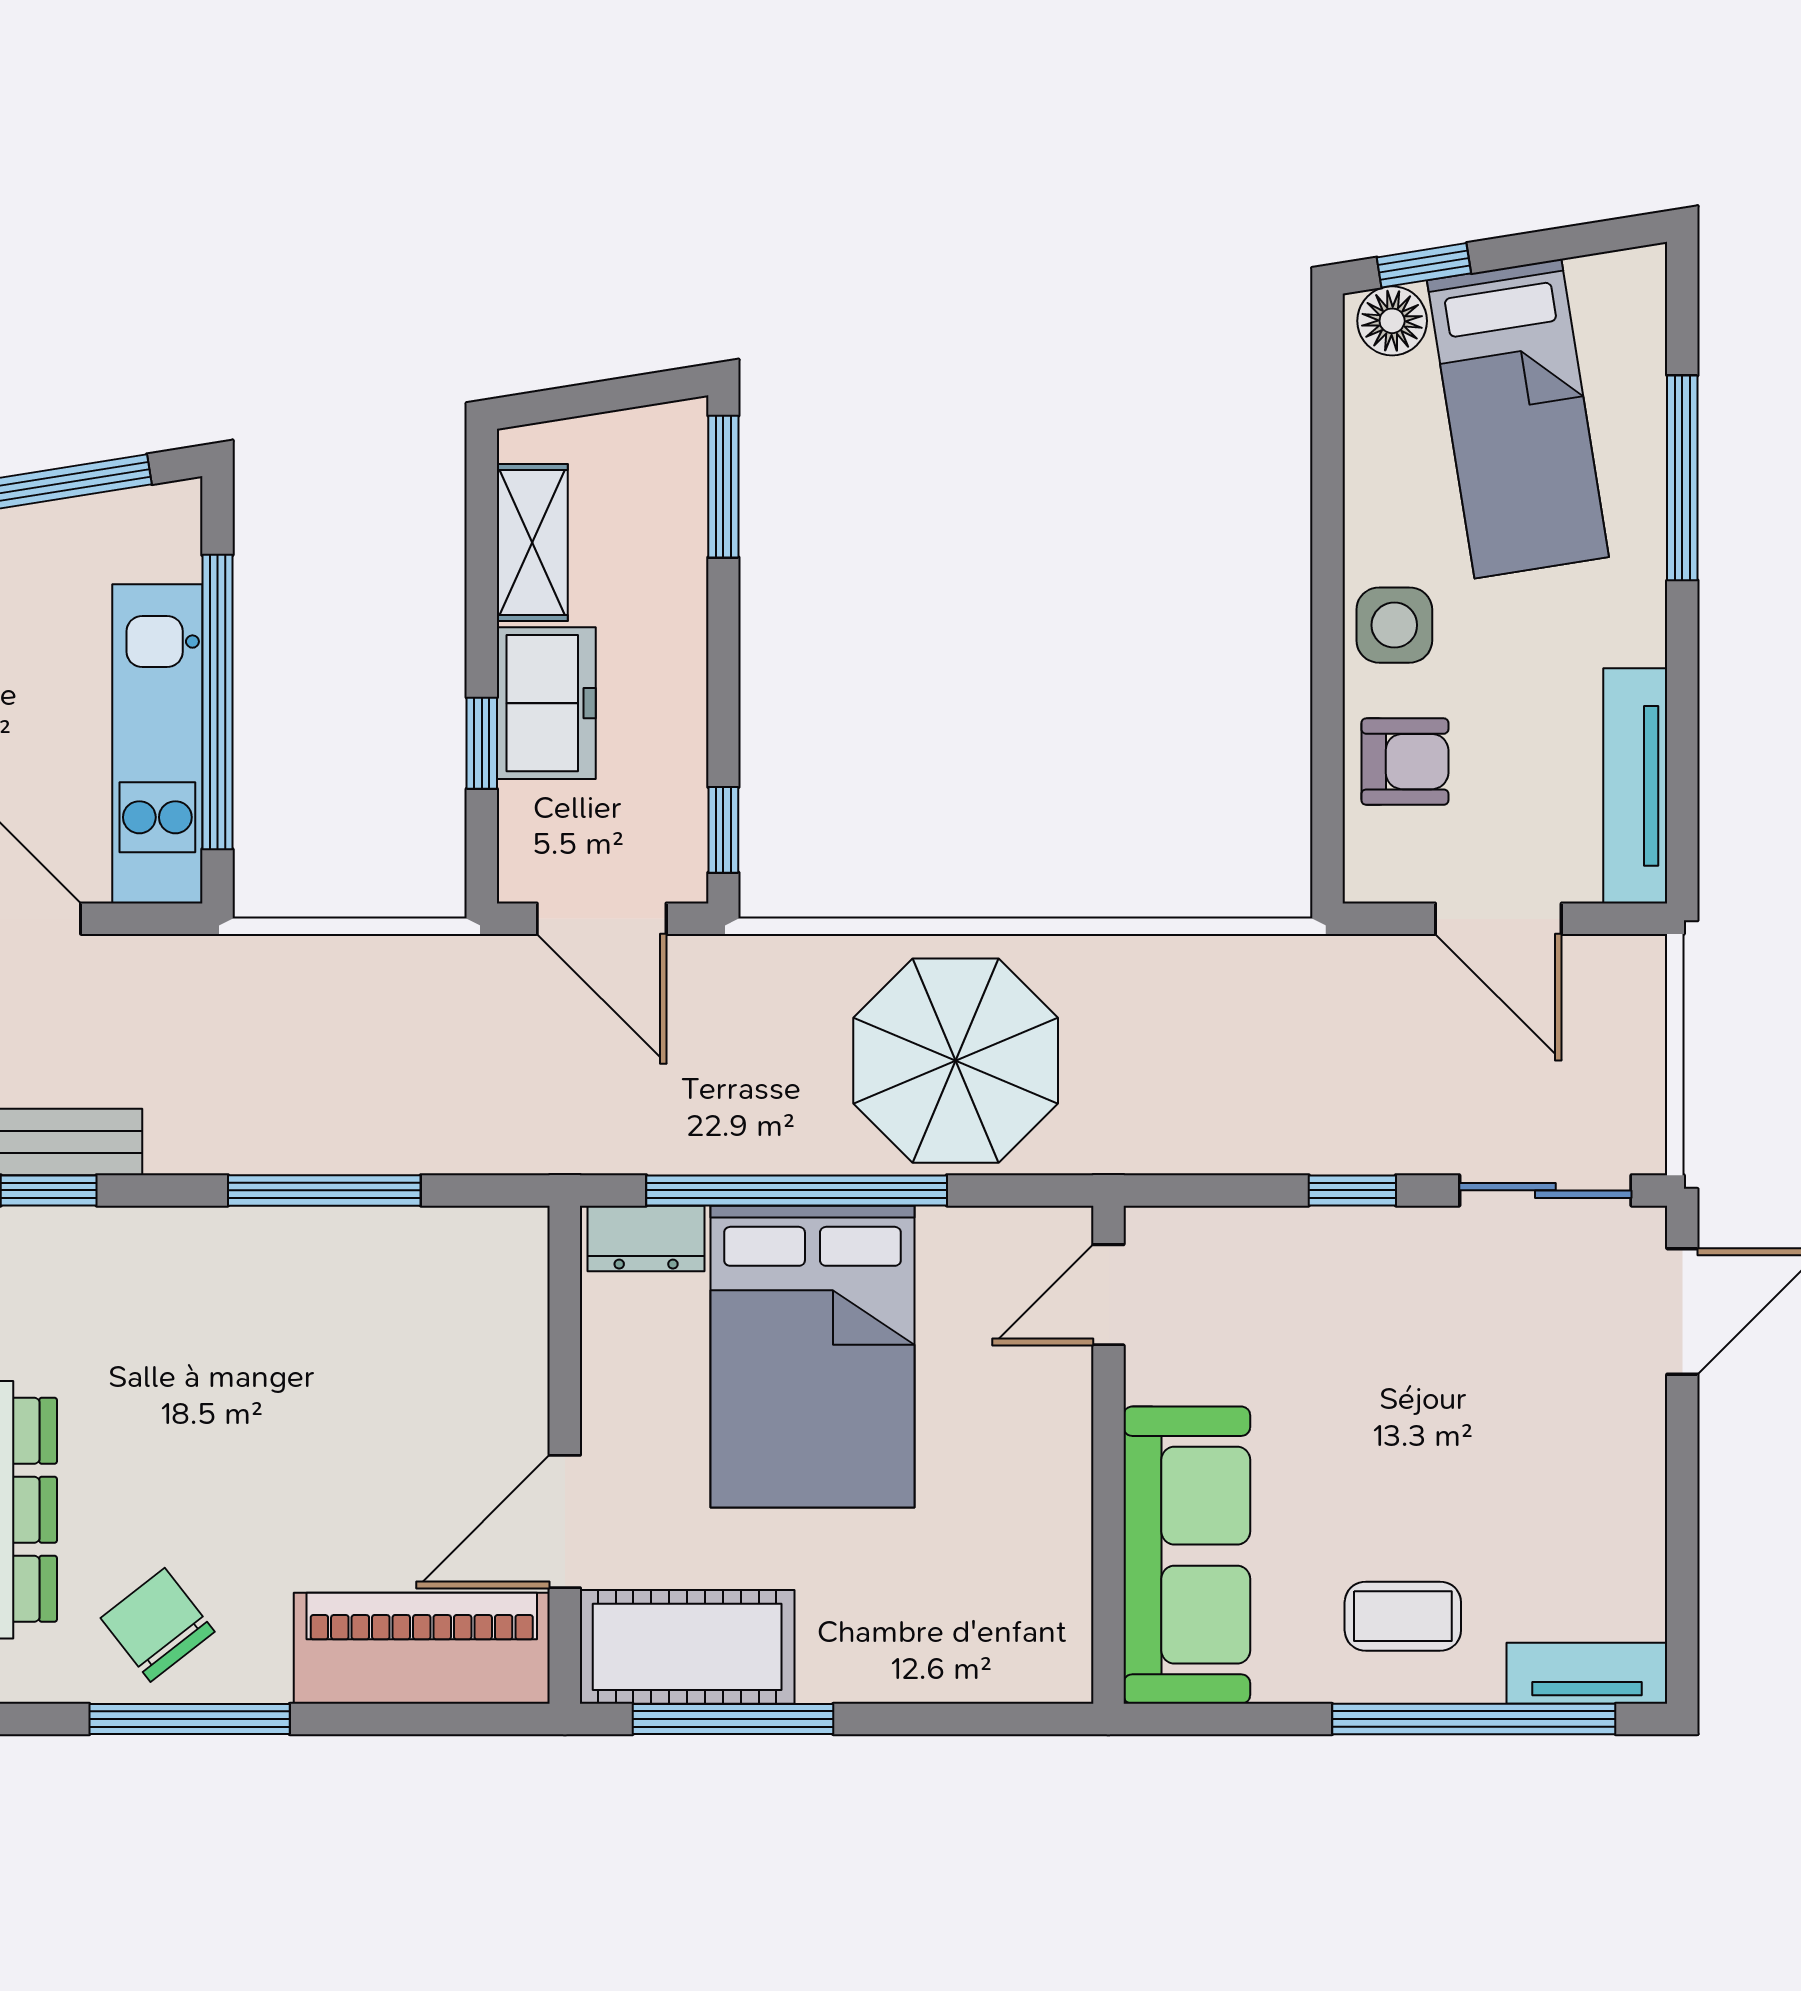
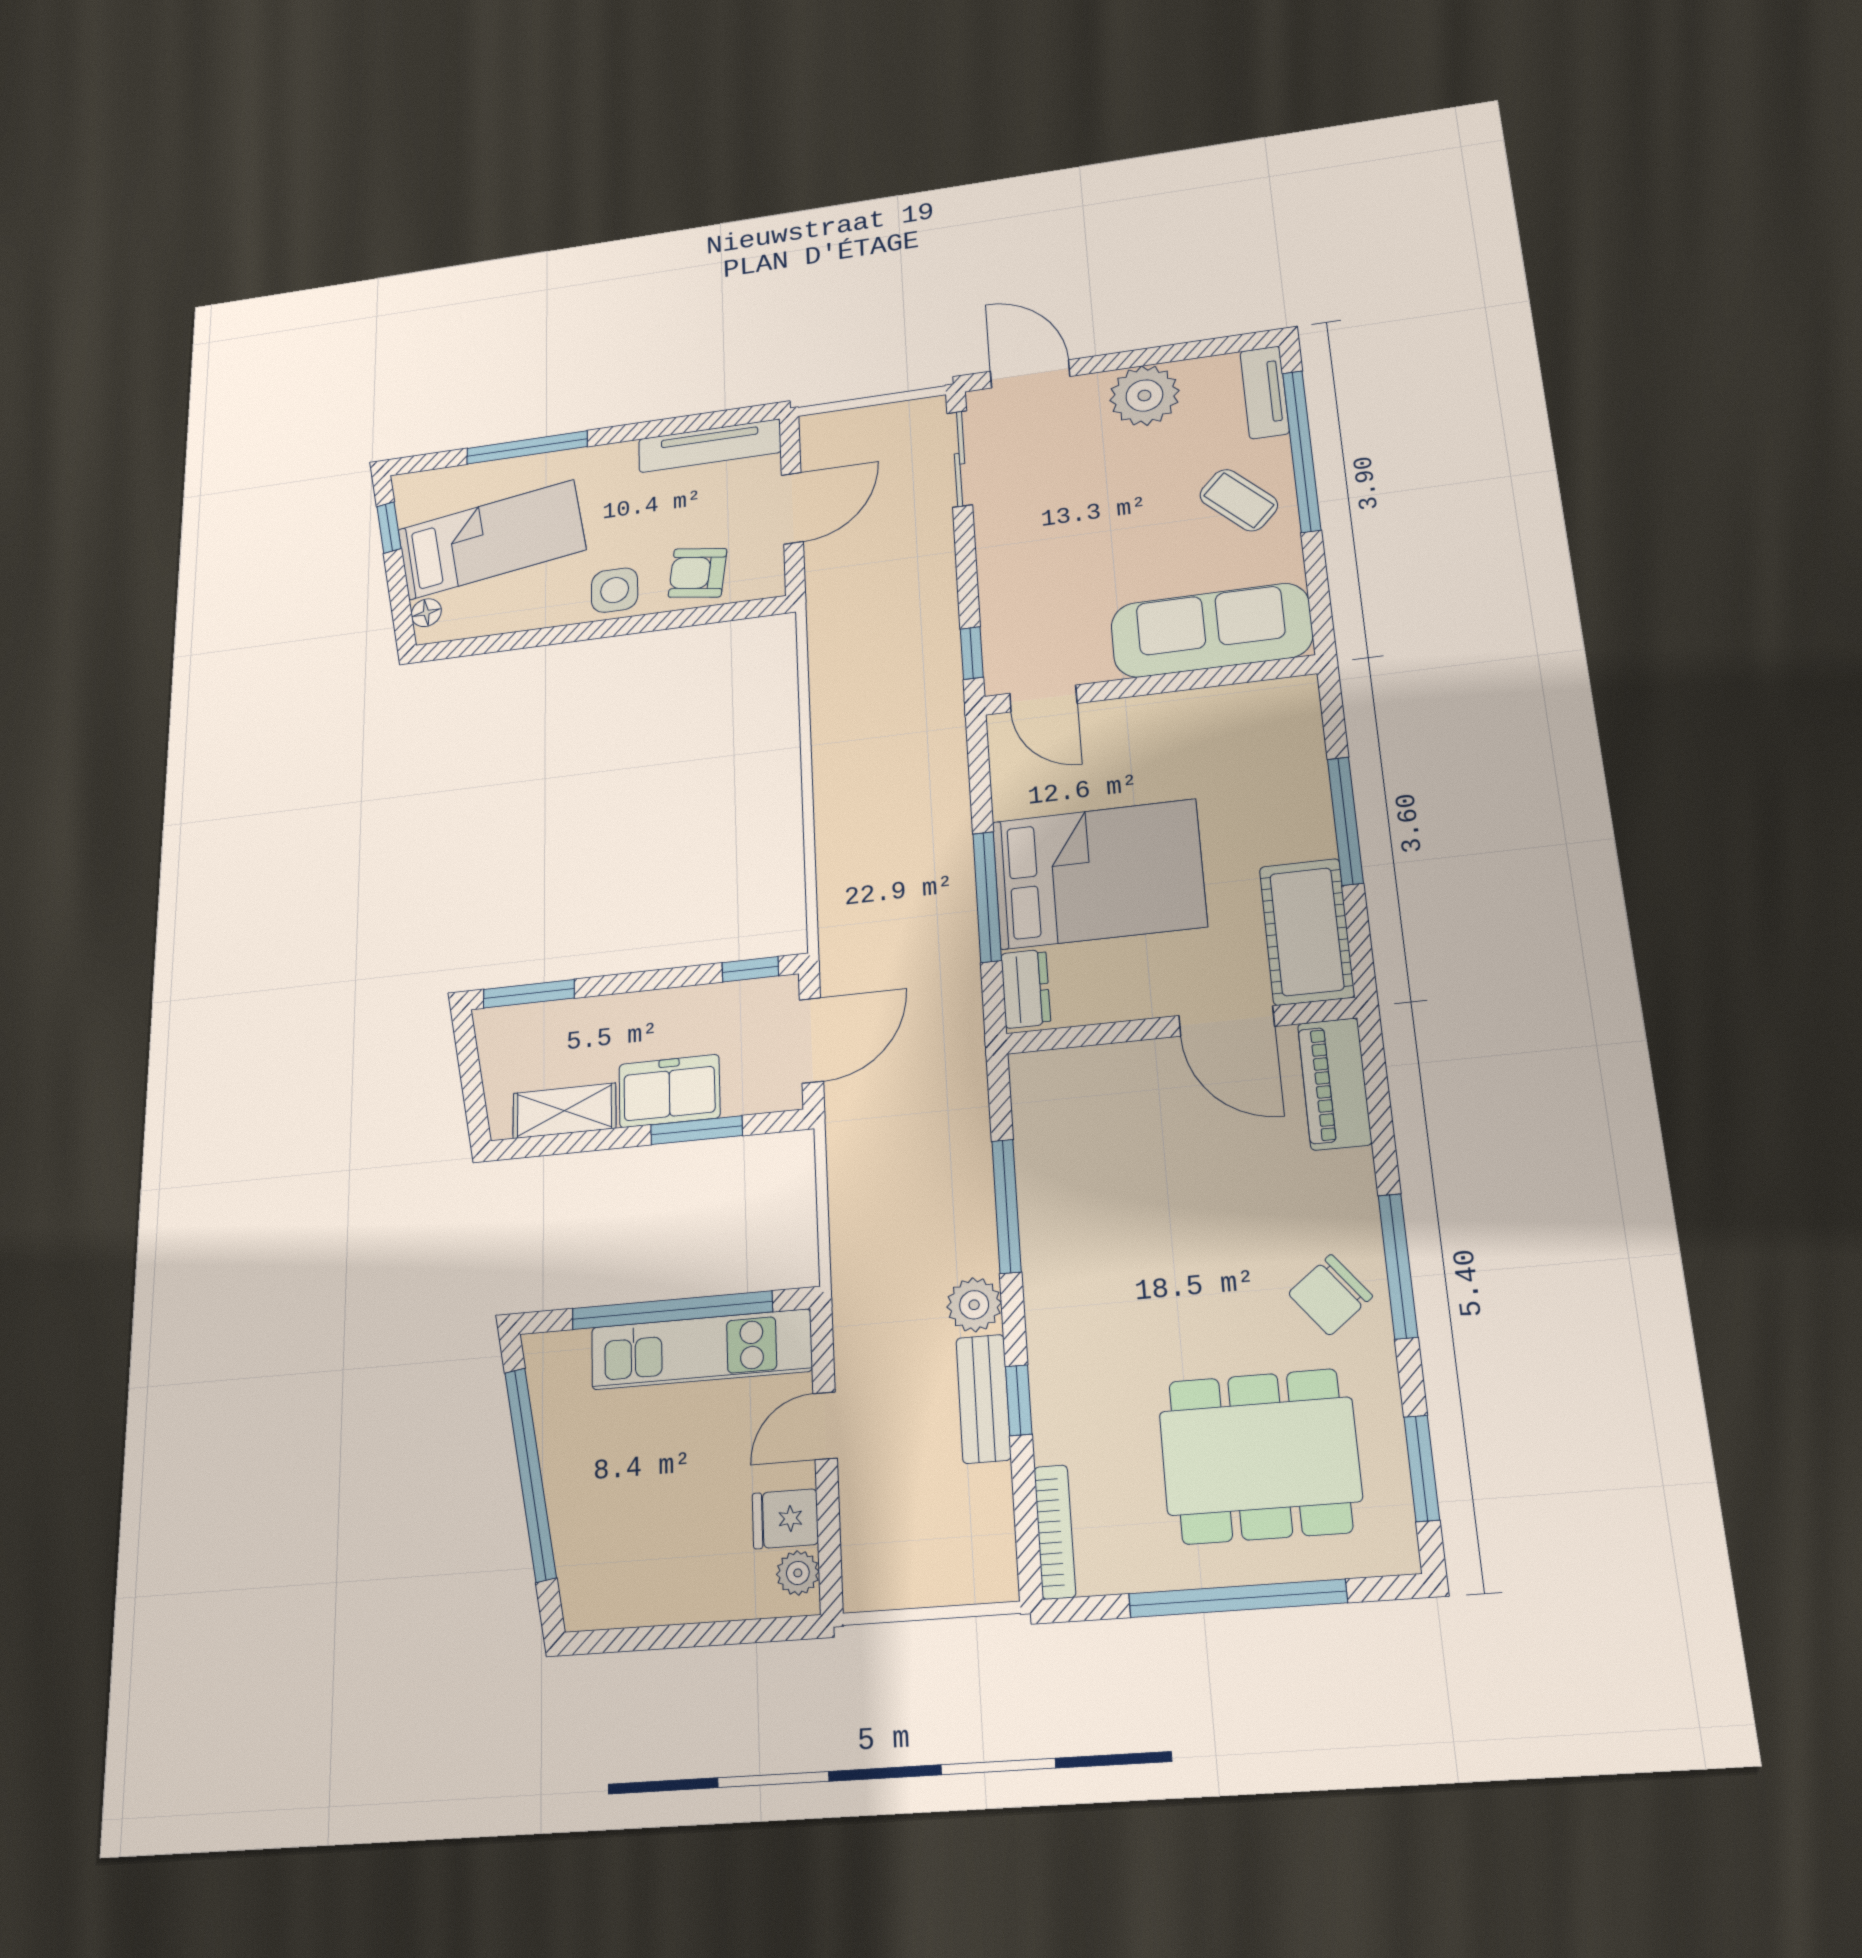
window: (1424, 265) -> (389, 527), moved
floor lamp: (1392, 321) -> (426, 613), width x0.73, depth x0.73
window: (482, 743) -> (697, 1130), width x1.50
armchair: (1405, 762) -> (698, 573), turned -82
parasol: (956, 1061) -> (896, 809), removed
plant: (187, 1136) -> (974, 1305), added
window: (797, 1190) -> (987, 897), width x0.68
window: (1352, 1190) -> (972, 653), moved
plant: (1612, 1488) -> (1144, 395), added
coffee table: (1403, 1616) -> (1239, 500), turned -46
piano: (422, 1648) -> (1335, 1084), width x0.73, depth x0.75
window: (733, 1719) -> (1345, 821), moved

